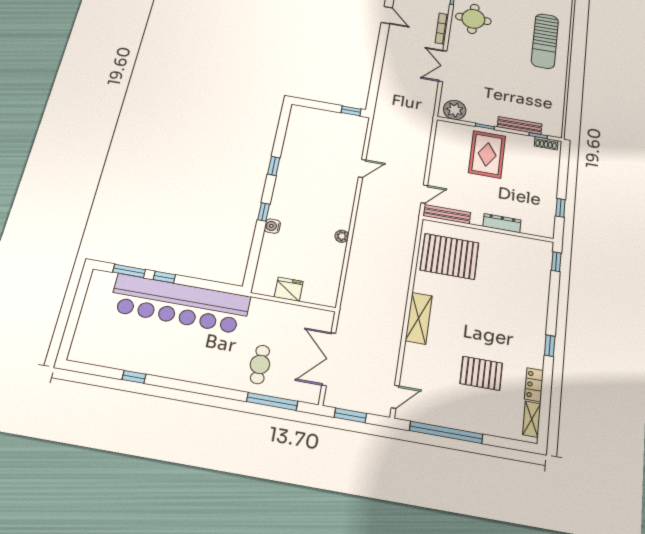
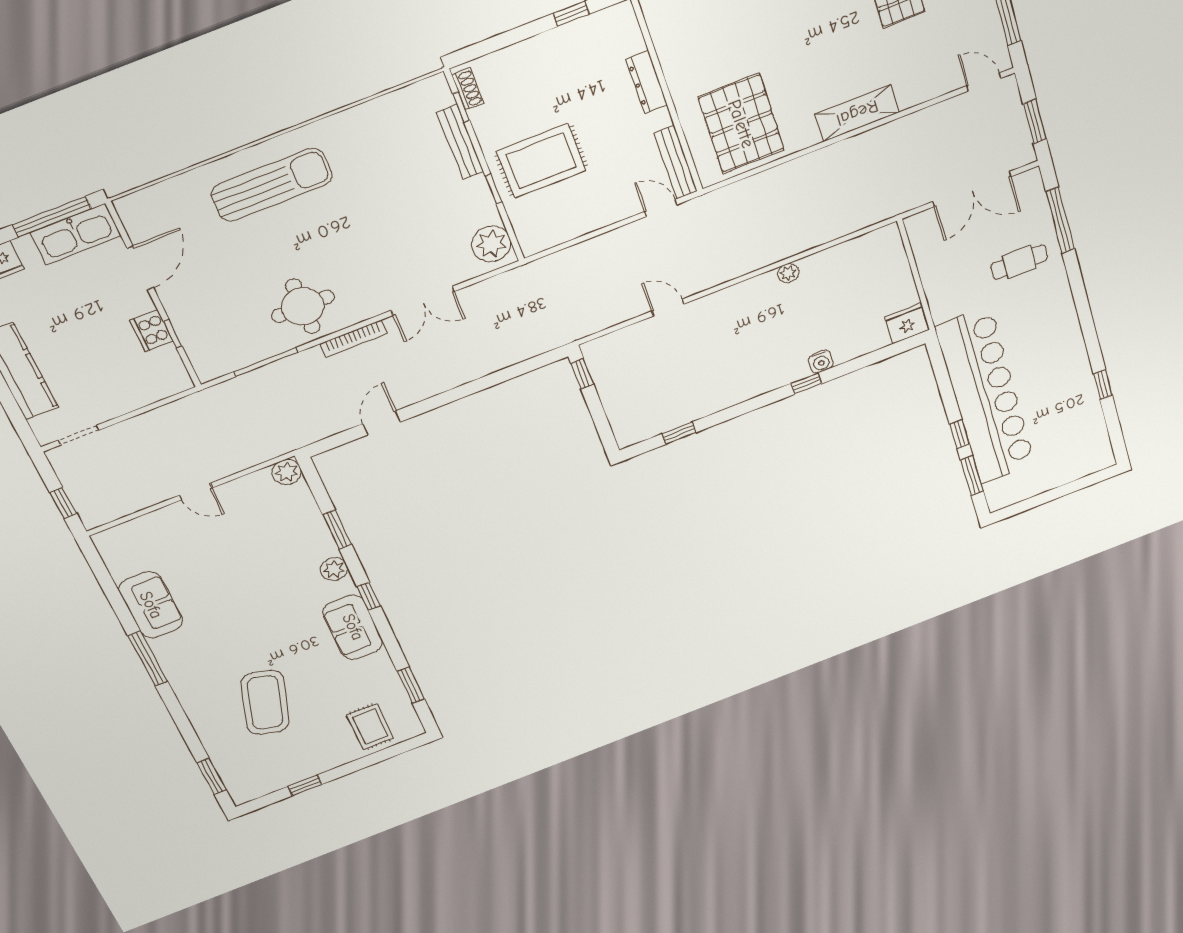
window: (274, 166) -> (679, 433), moved
fridge: (289, 289) -> (907, 324), moved, turned 90

